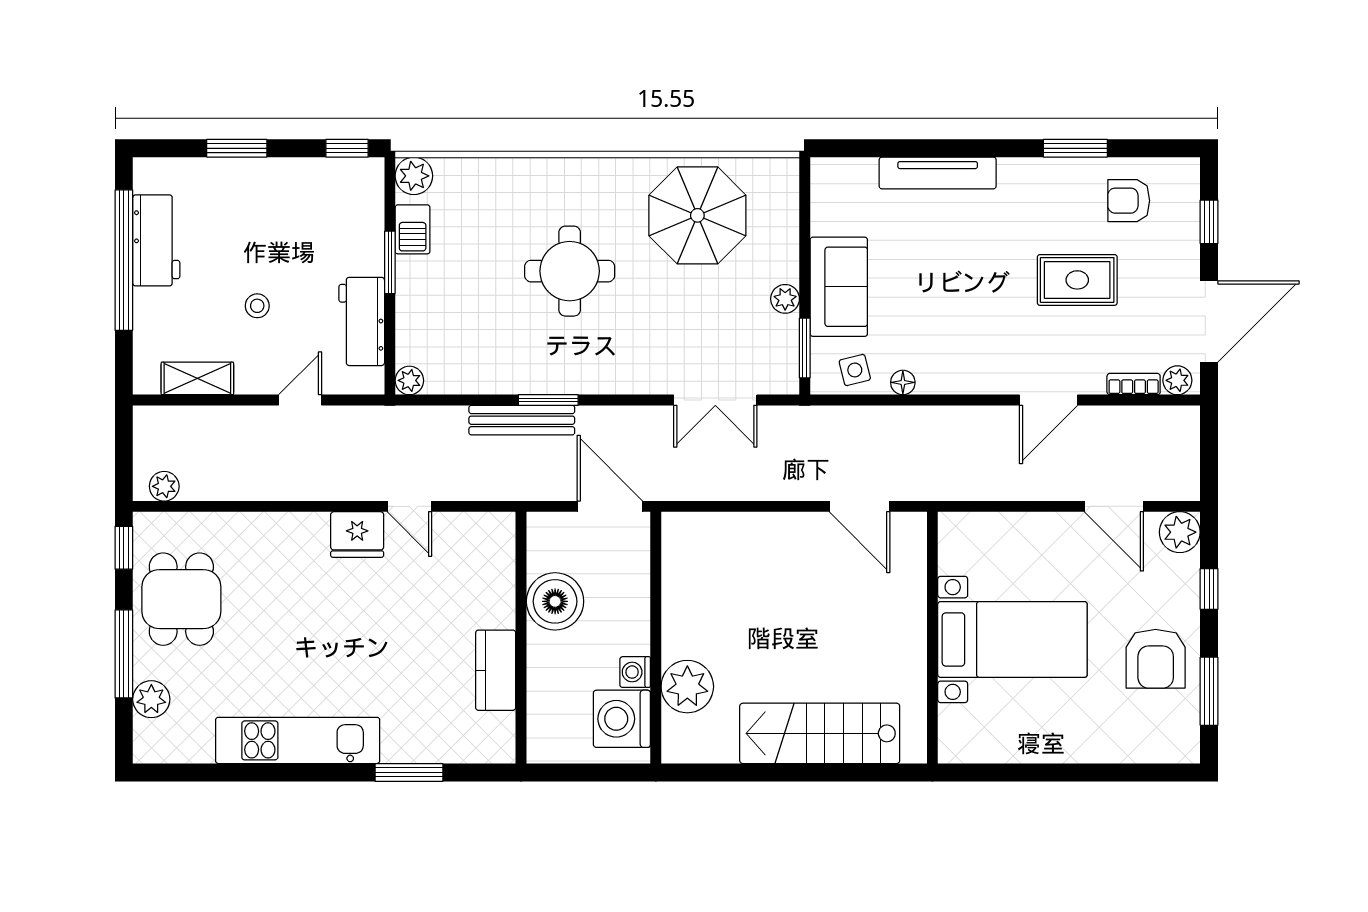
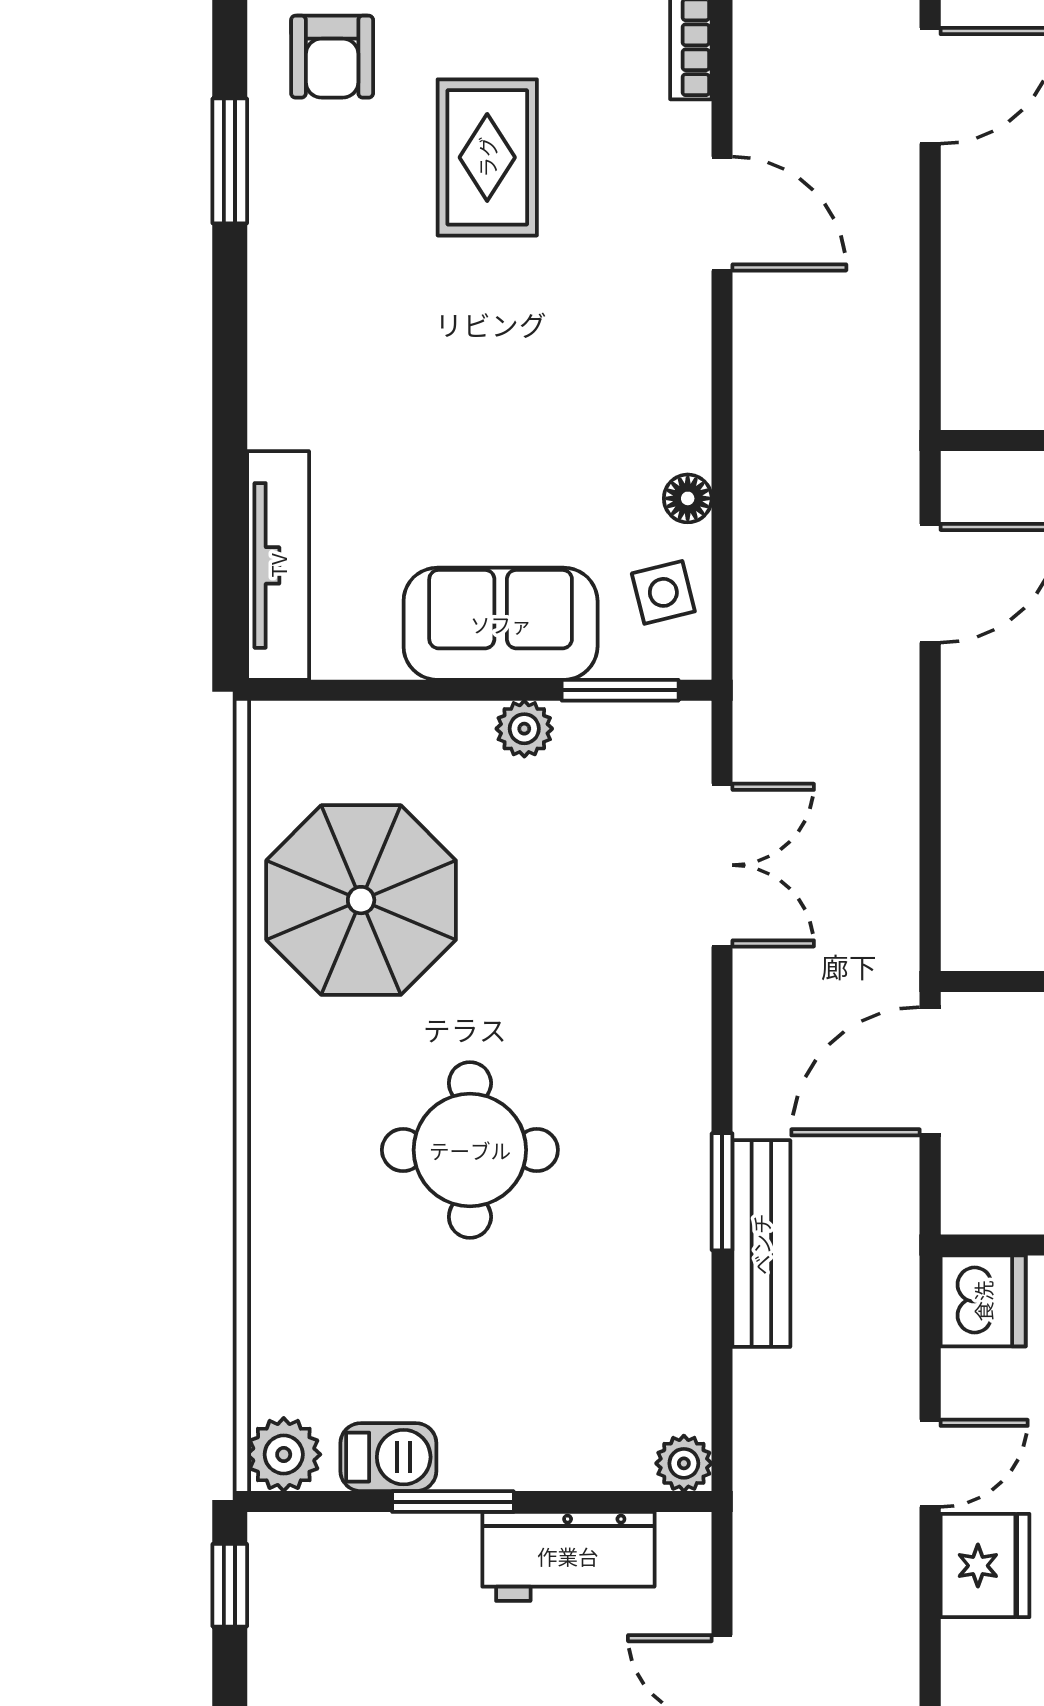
tv unit: (938, 173) -> (278, 565), moved
dishwasher: (492, 534) -> (983, 1301), added

